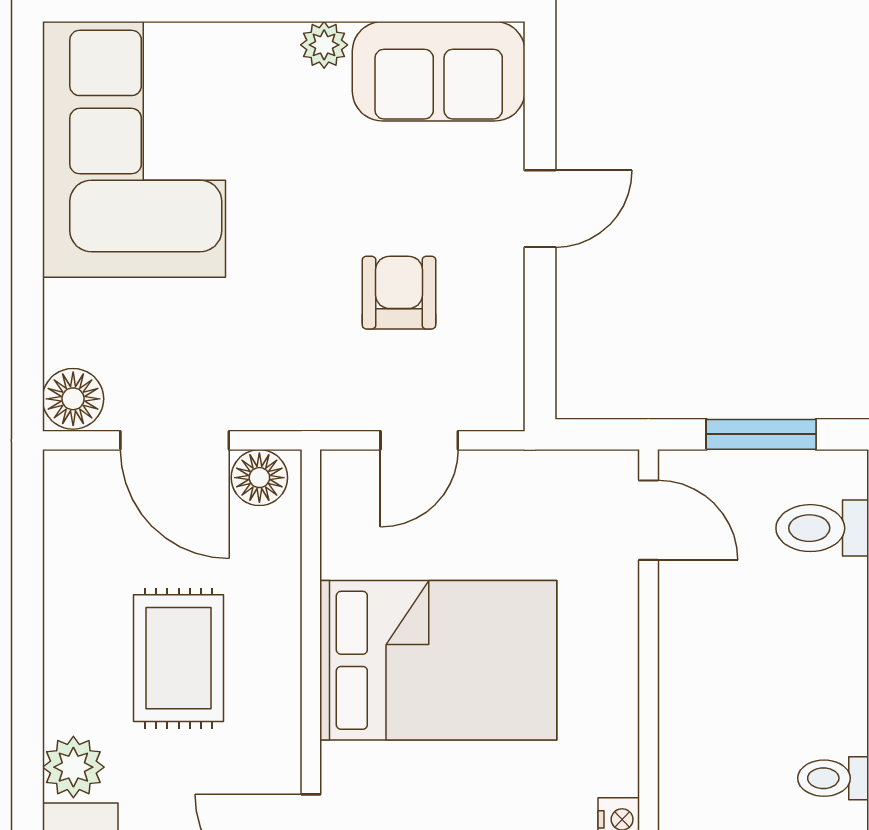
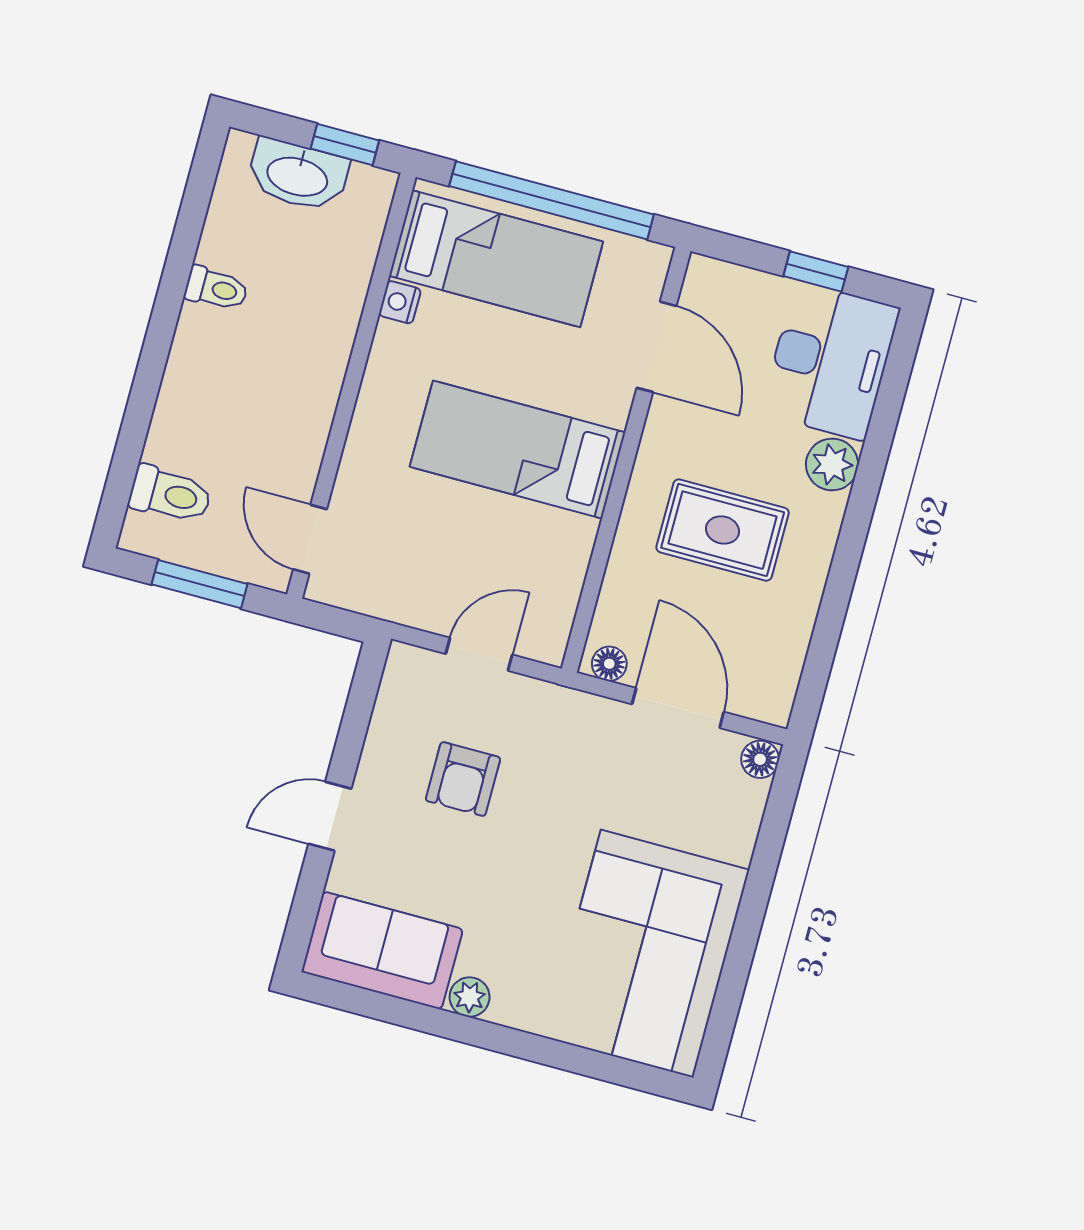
floor lamp: (73, 399) -> (760, 759), width x0.73, depth x0.73
floor lamp: (259, 478) -> (609, 664), width x0.73, depth x0.73
rug: (179, 658) -> (723, 530), turned 90
bed: (438, 660) -> (518, 450), width x0.67

